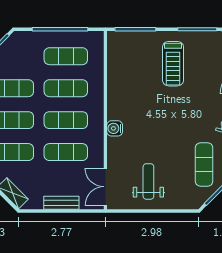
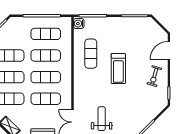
treadmill: (173, 64) -> (118, 69), moved
water cooler: (115, 128) -> (79, 24), moved
exercise mat: (204, 164) -> (91, 54), moved

